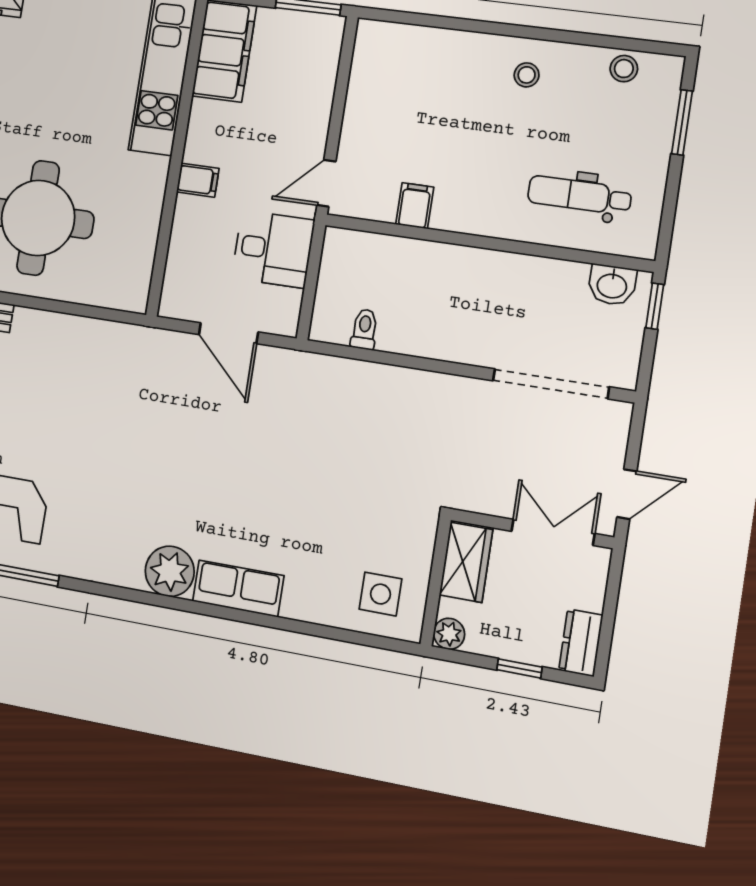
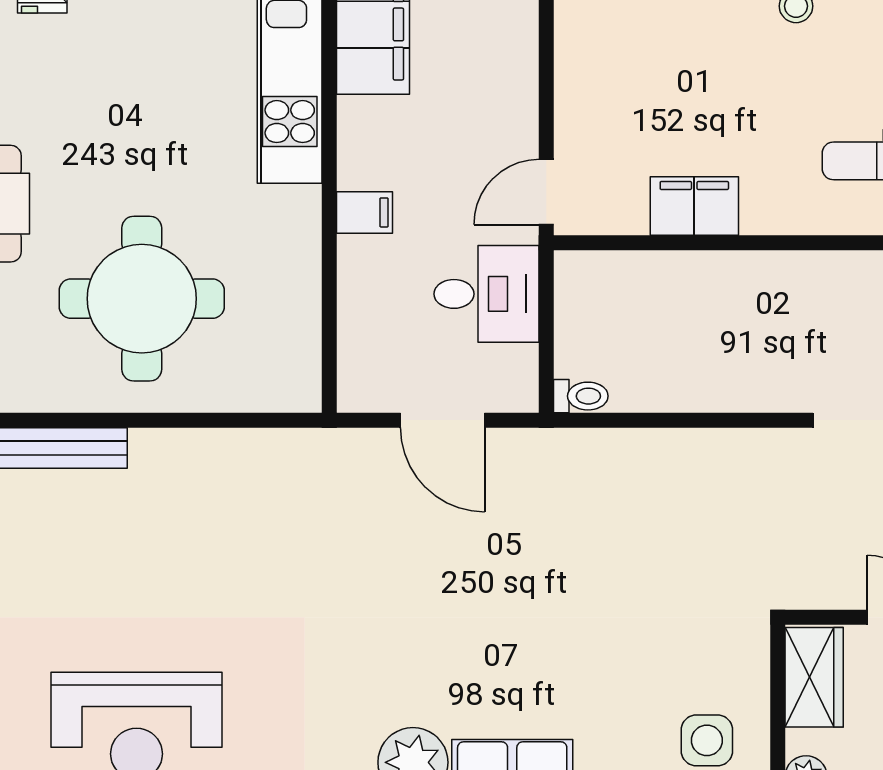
filing cabinet: (415, 206) -> (694, 206), width x2.00
toilet: (364, 329) -> (581, 396), moved, turned 90

